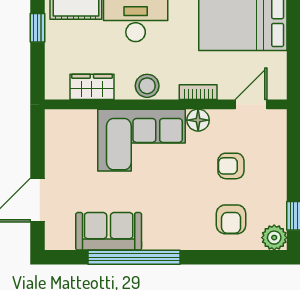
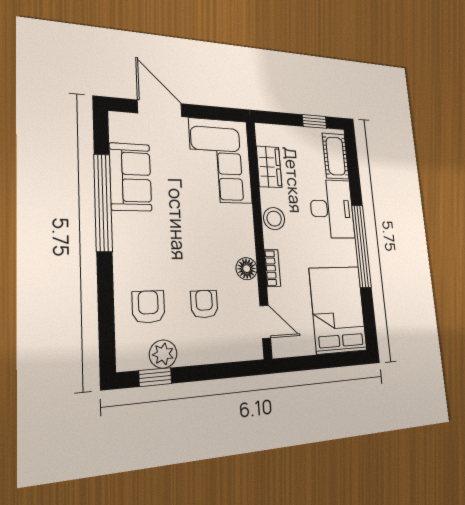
corner sofa: (142, 140) -> (221, 161), moved
armchair: (231, 219) -> (148, 307), turned 90
plant: (274, 238) -> (163, 354), moved

